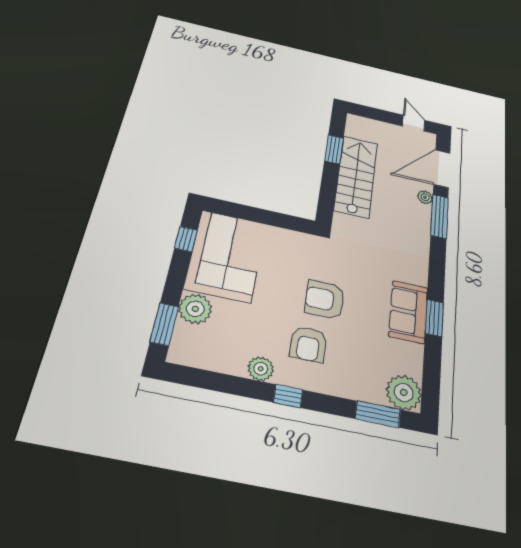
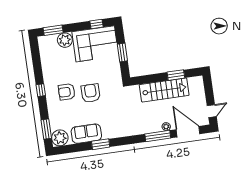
window: (261, 216) -> (122, 52), added
sofa: (408, 312) -> (86, 134), moved
plant: (261, 369) -> (48, 76), removed

